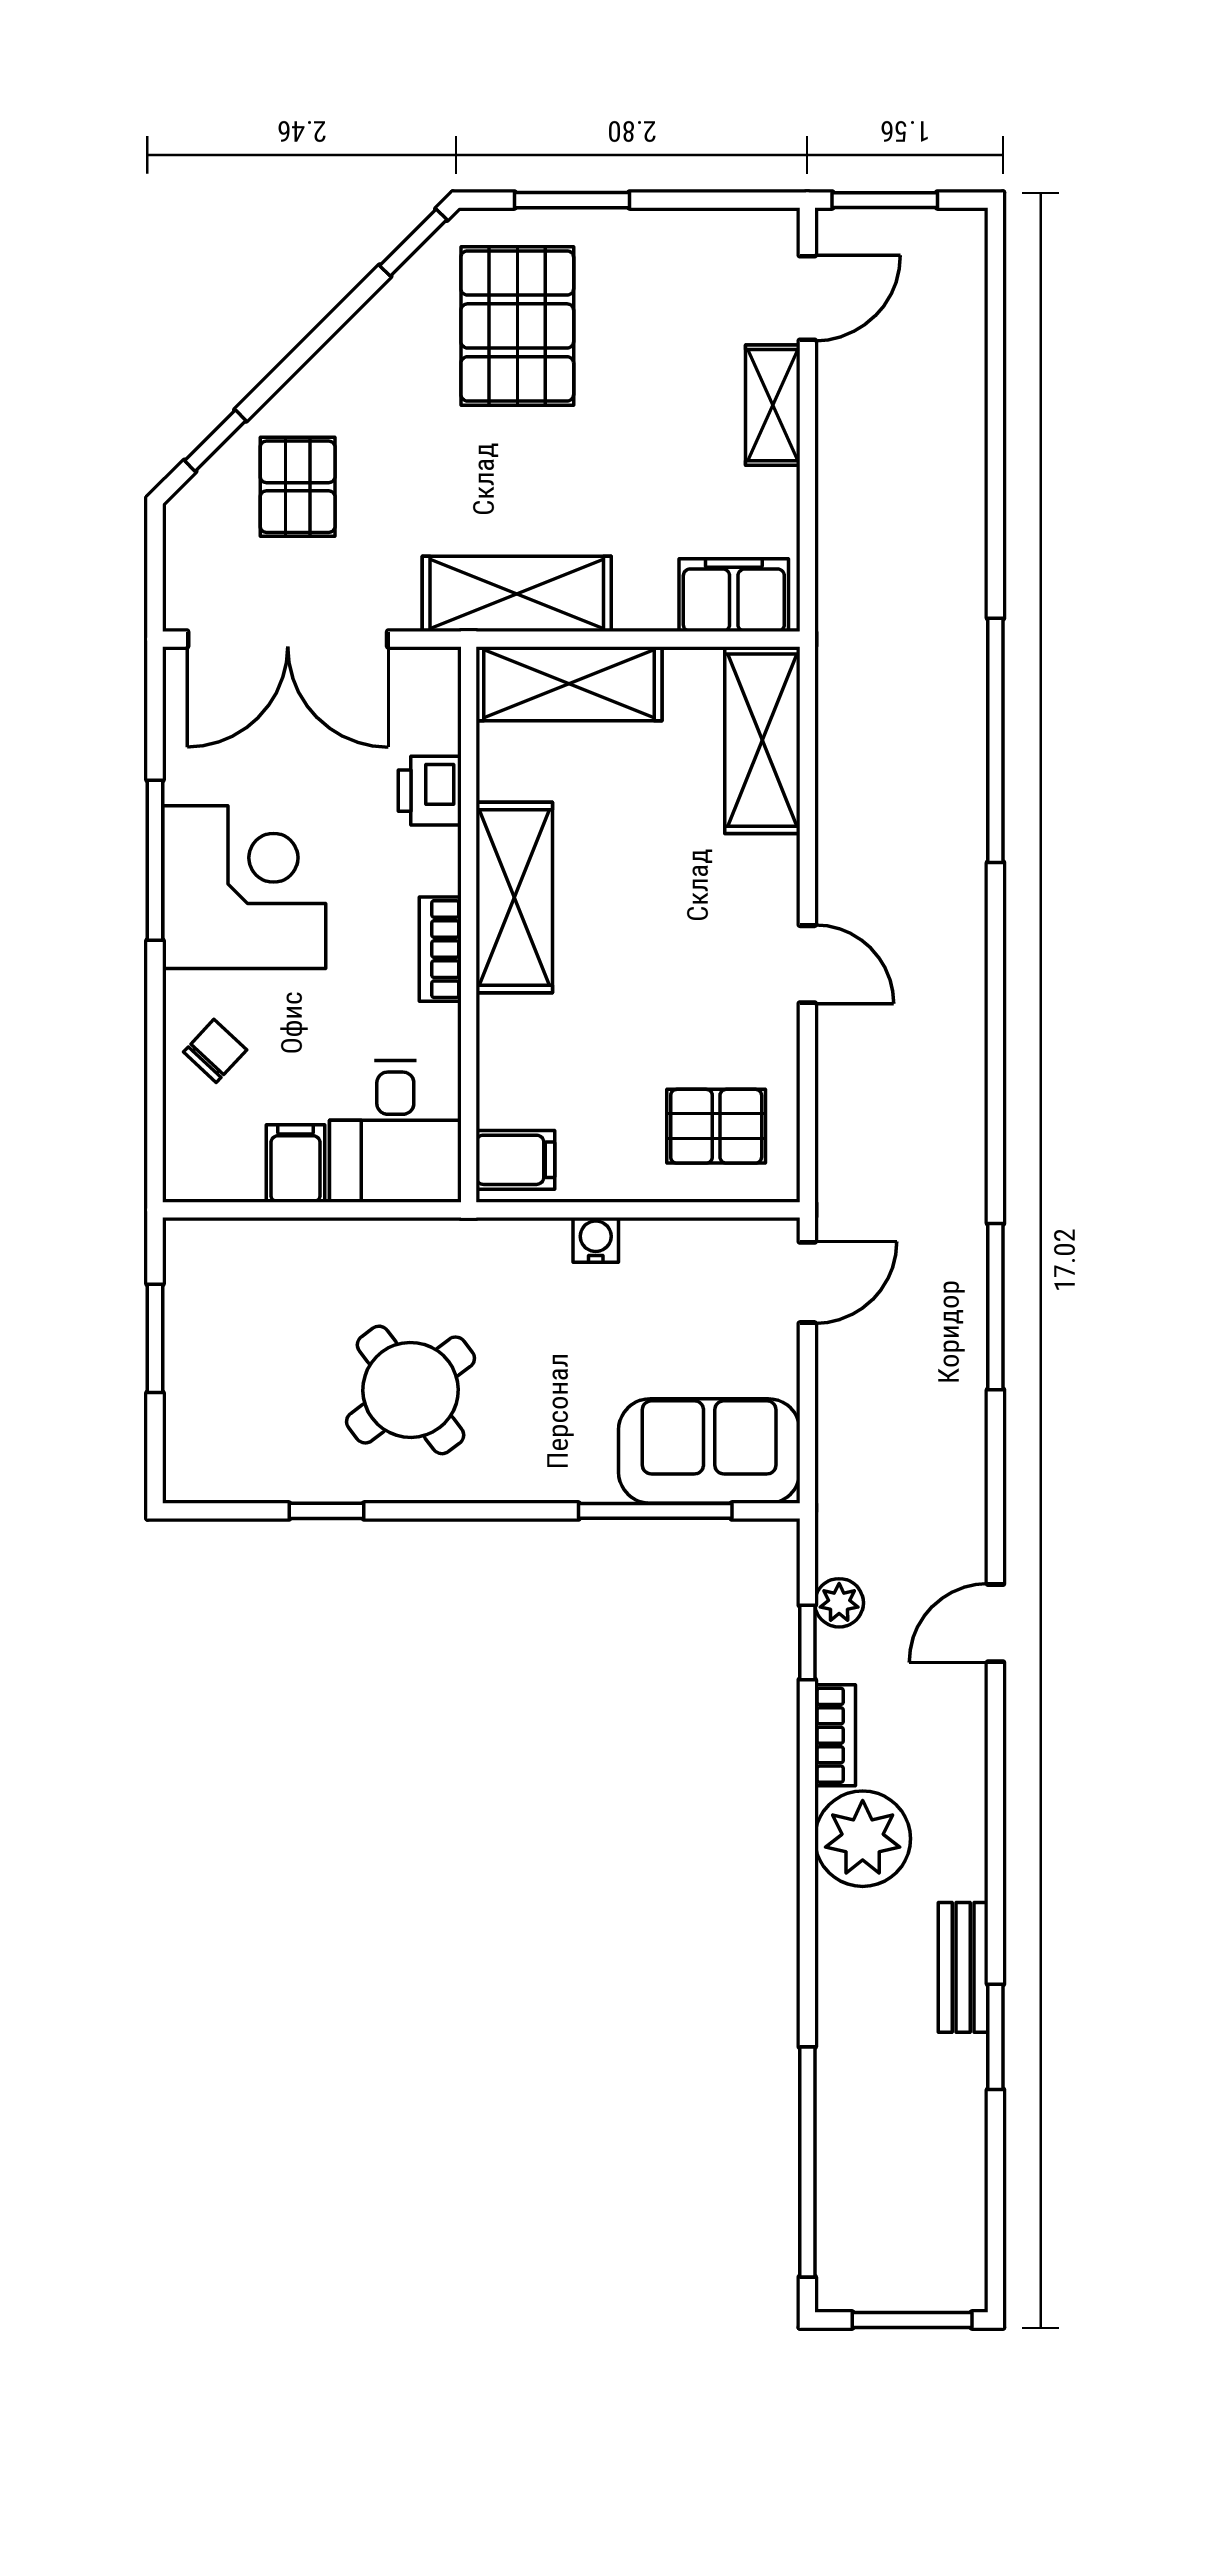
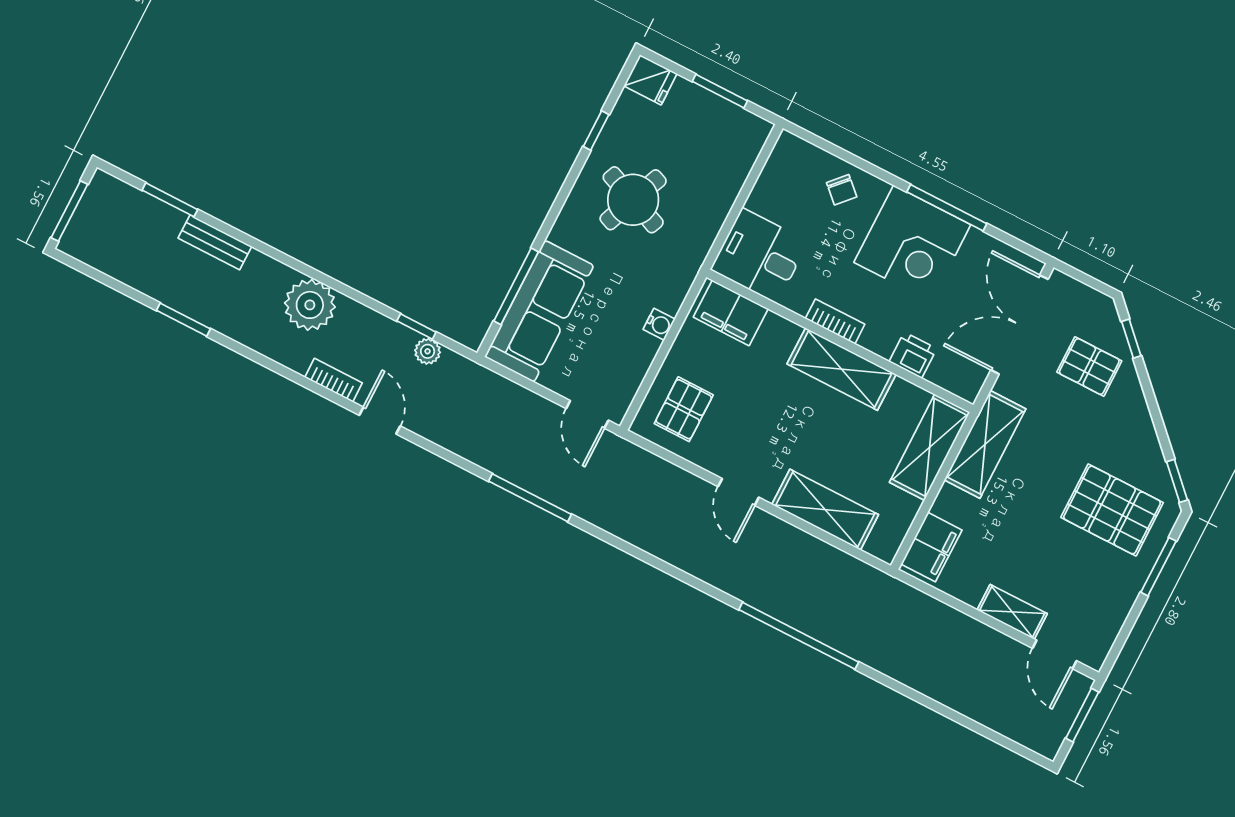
shelving: (762, 740) -> (825, 510), moved
door: (807, 964) -> (738, 492), hinge flipped
filing cabinet: (515, 1160) -> (731, 313), width x2.00
filing cabinet: (295, 1164) -> (769, 200), removed
round table: (411, 1390) -> (633, 200), turned -31
sofa: (709, 1451) -> (539, 311), width x1.36
fridge: (196, 1464) -> (650, 80), added
bookcase: (835, 1735) -> (334, 380), moved, turned 180
bench: (963, 1967) -> (215, 242), moved
window: (807, 2162) -> (170, 200), width x0.47

